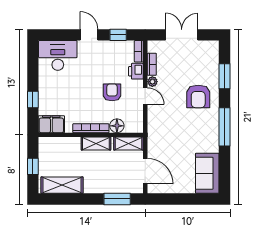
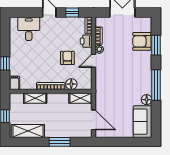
desk: (58, 55) -> (29, 29), width x0.73
door: (145, 96) -> (94, 61), swing flipped
armchair: (198, 96) -> (142, 41), moved, turned 90
filing cabinet: (51, 124) -> (14, 83), width x0.50
shelving: (96, 144) -> (35, 98), moved
floor lamp: (212, 145) -> (147, 100), added
window: (117, 199) -> (60, 142), moved

